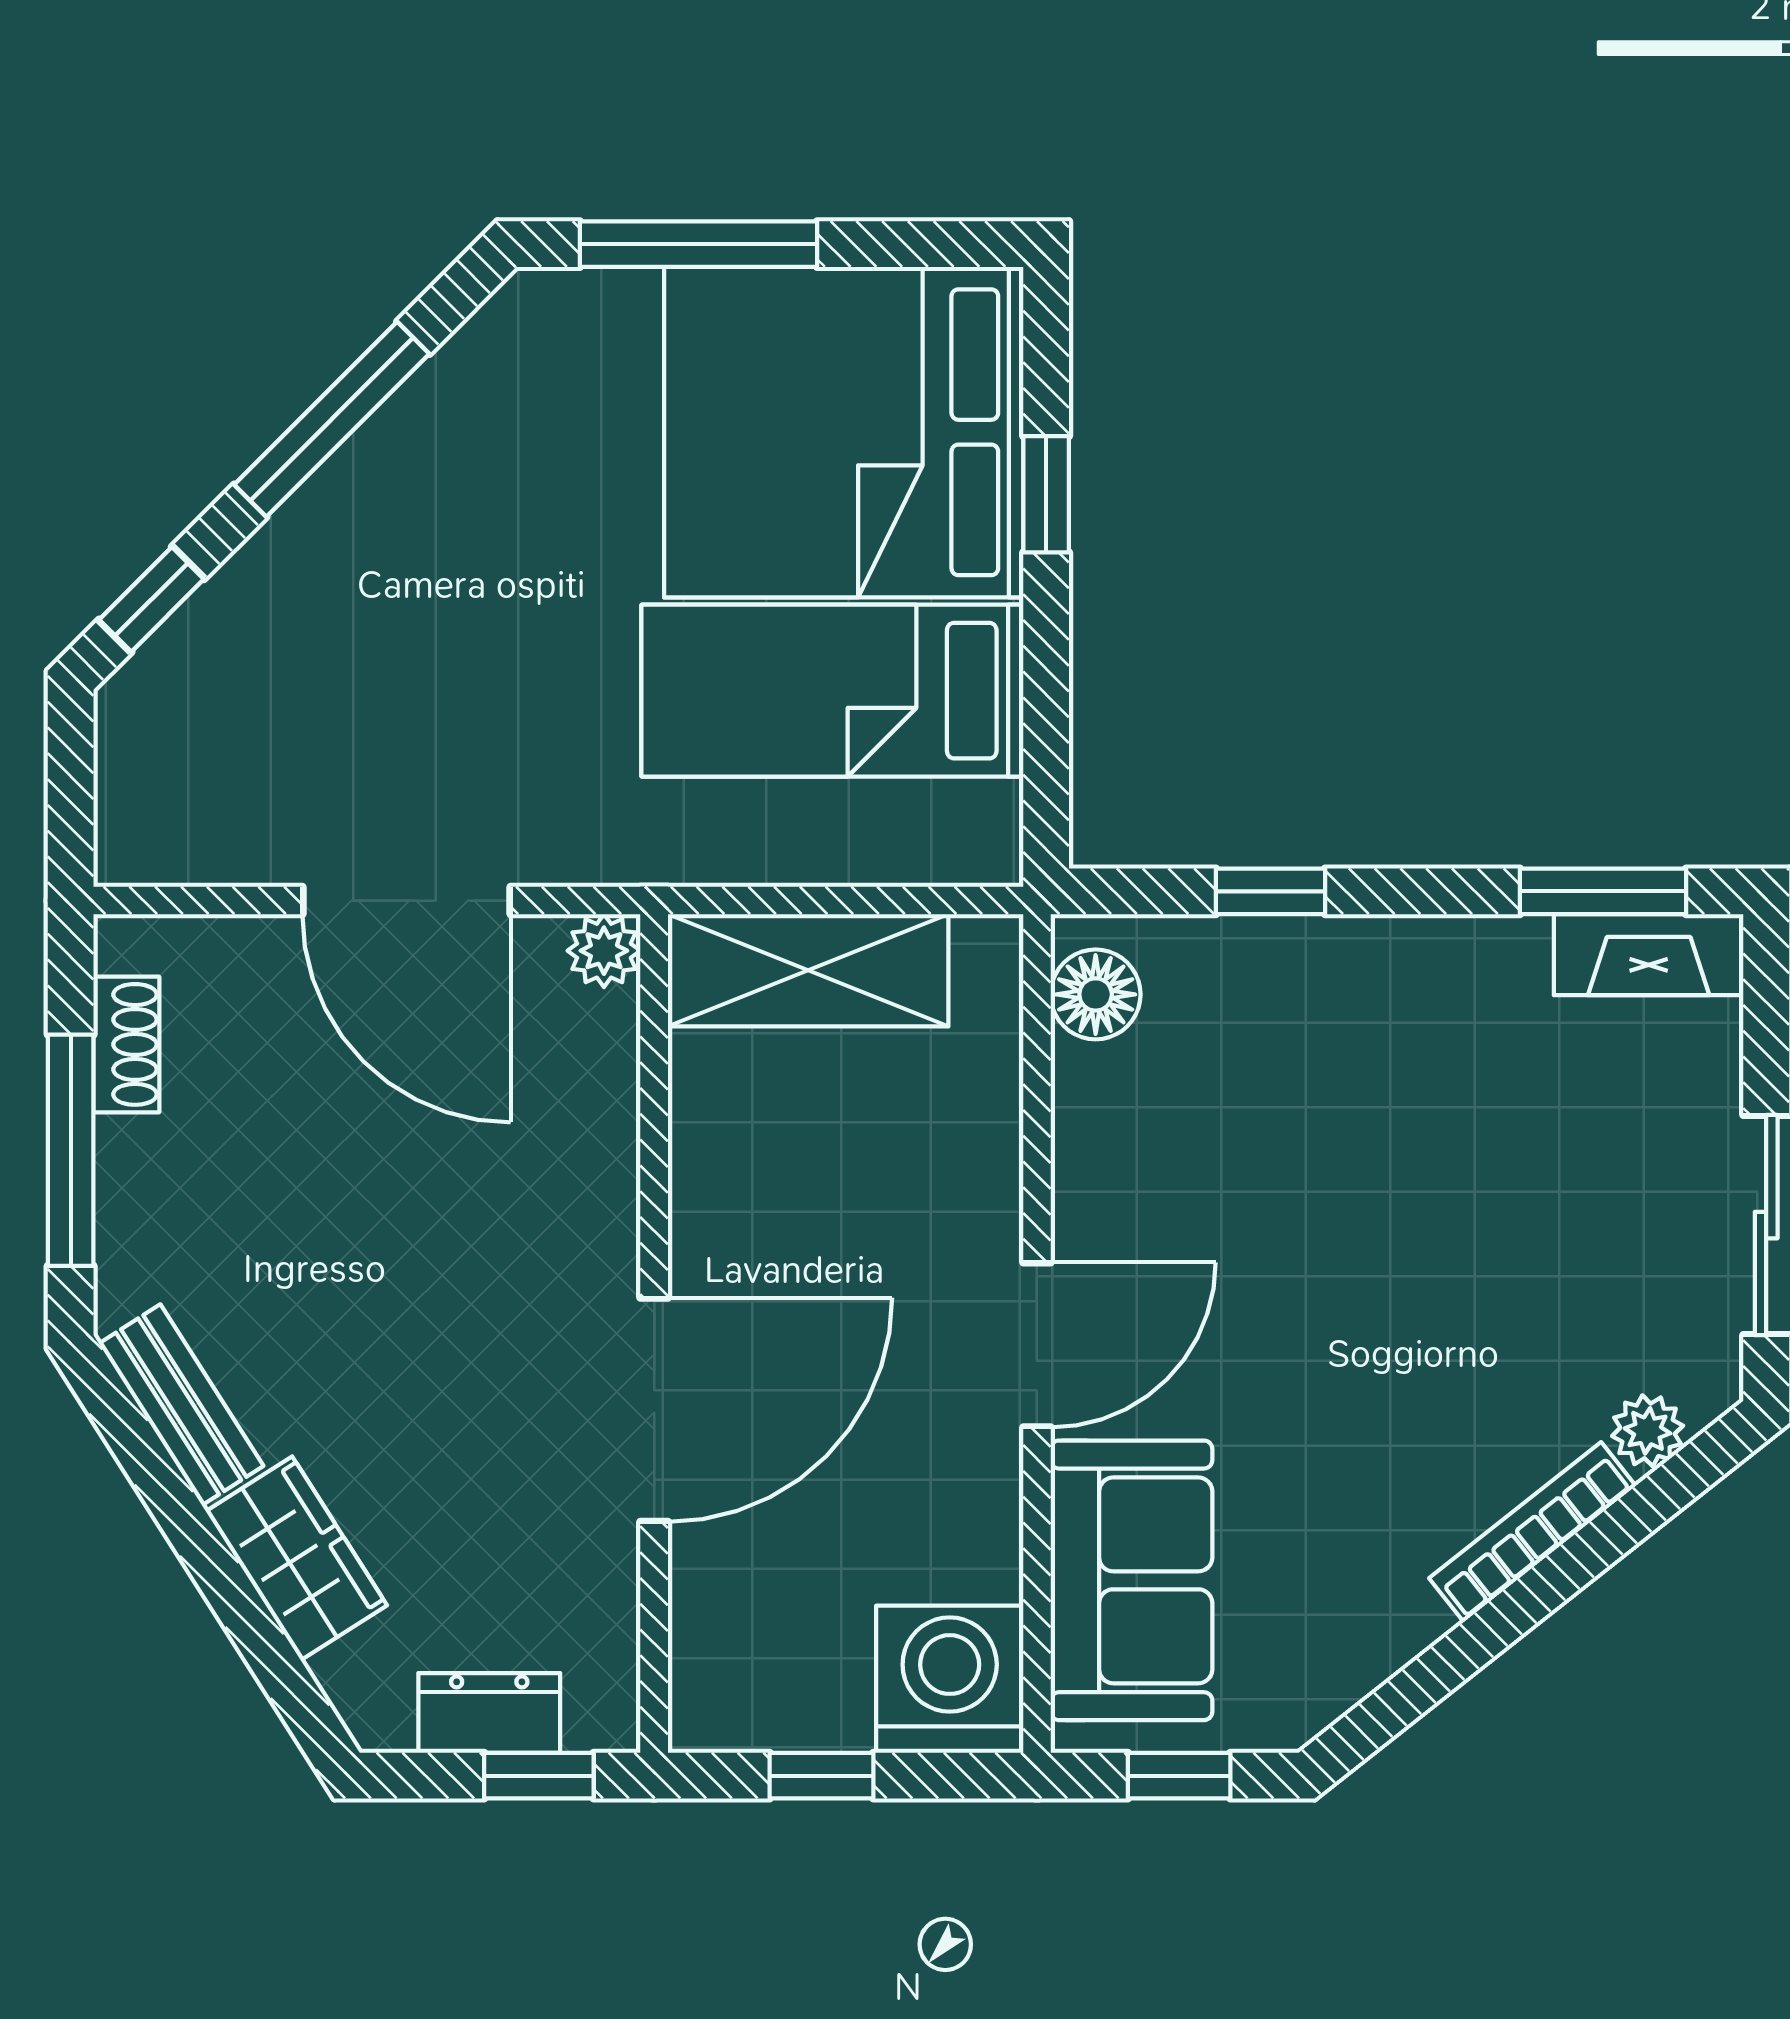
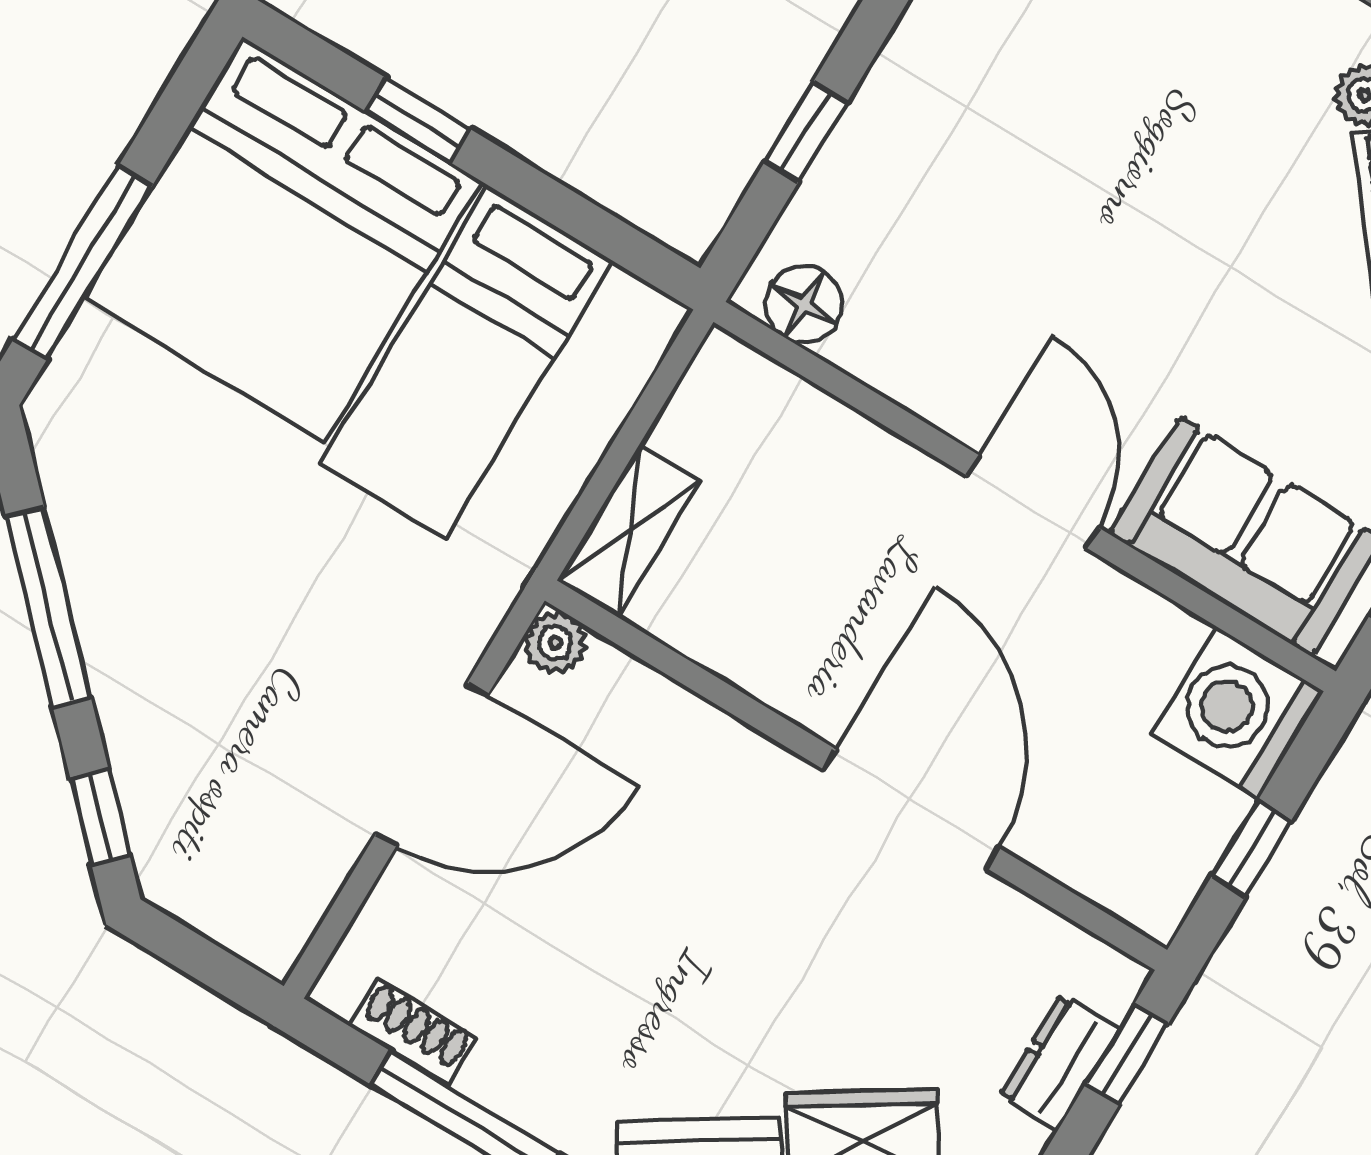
shelving: (808, 970) -> (629, 531), width x0.67, depth x0.75

